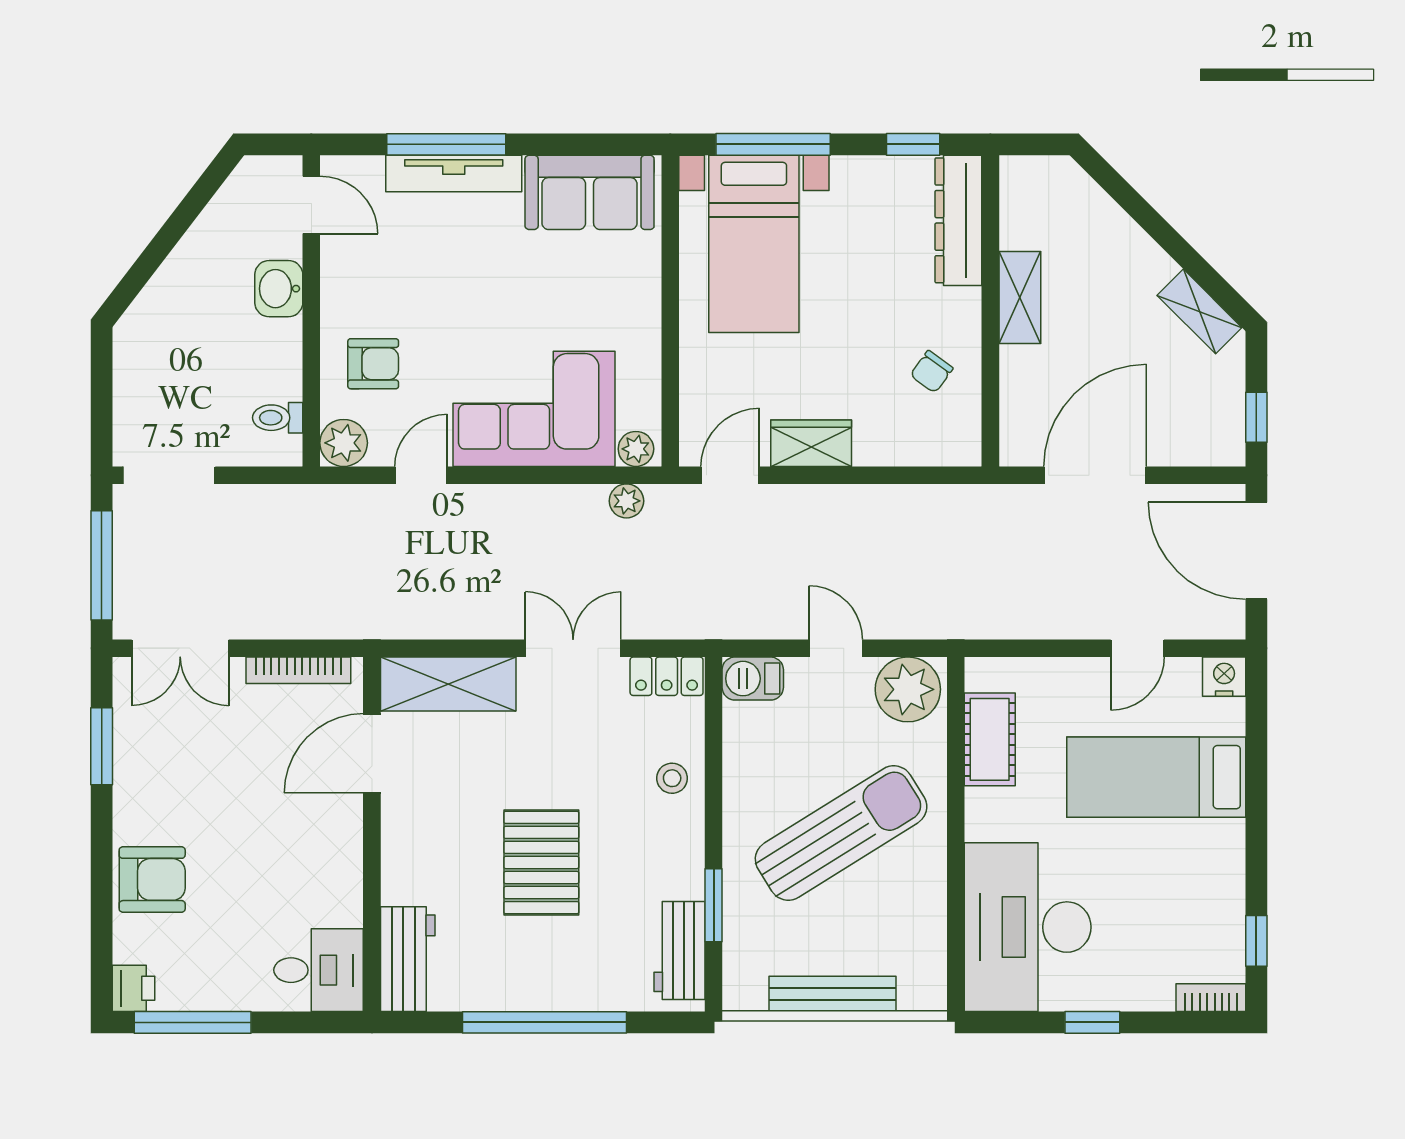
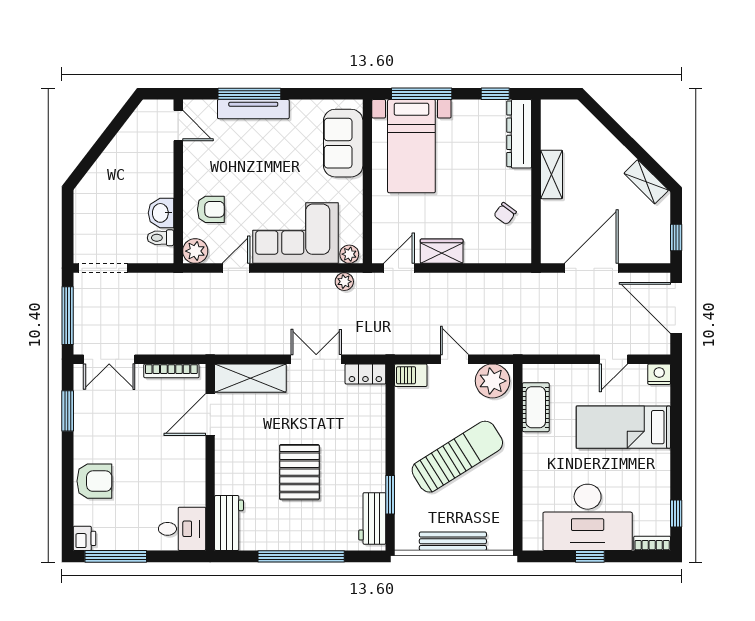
sofa: (590, 192) -> (343, 143), moved, turned 90
washbasin: (279, 289) -> (161, 213), moved
stool: (672, 778) -> (368, 428), removed
desk: (1028, 927) -> (588, 517), moved, turned -90

